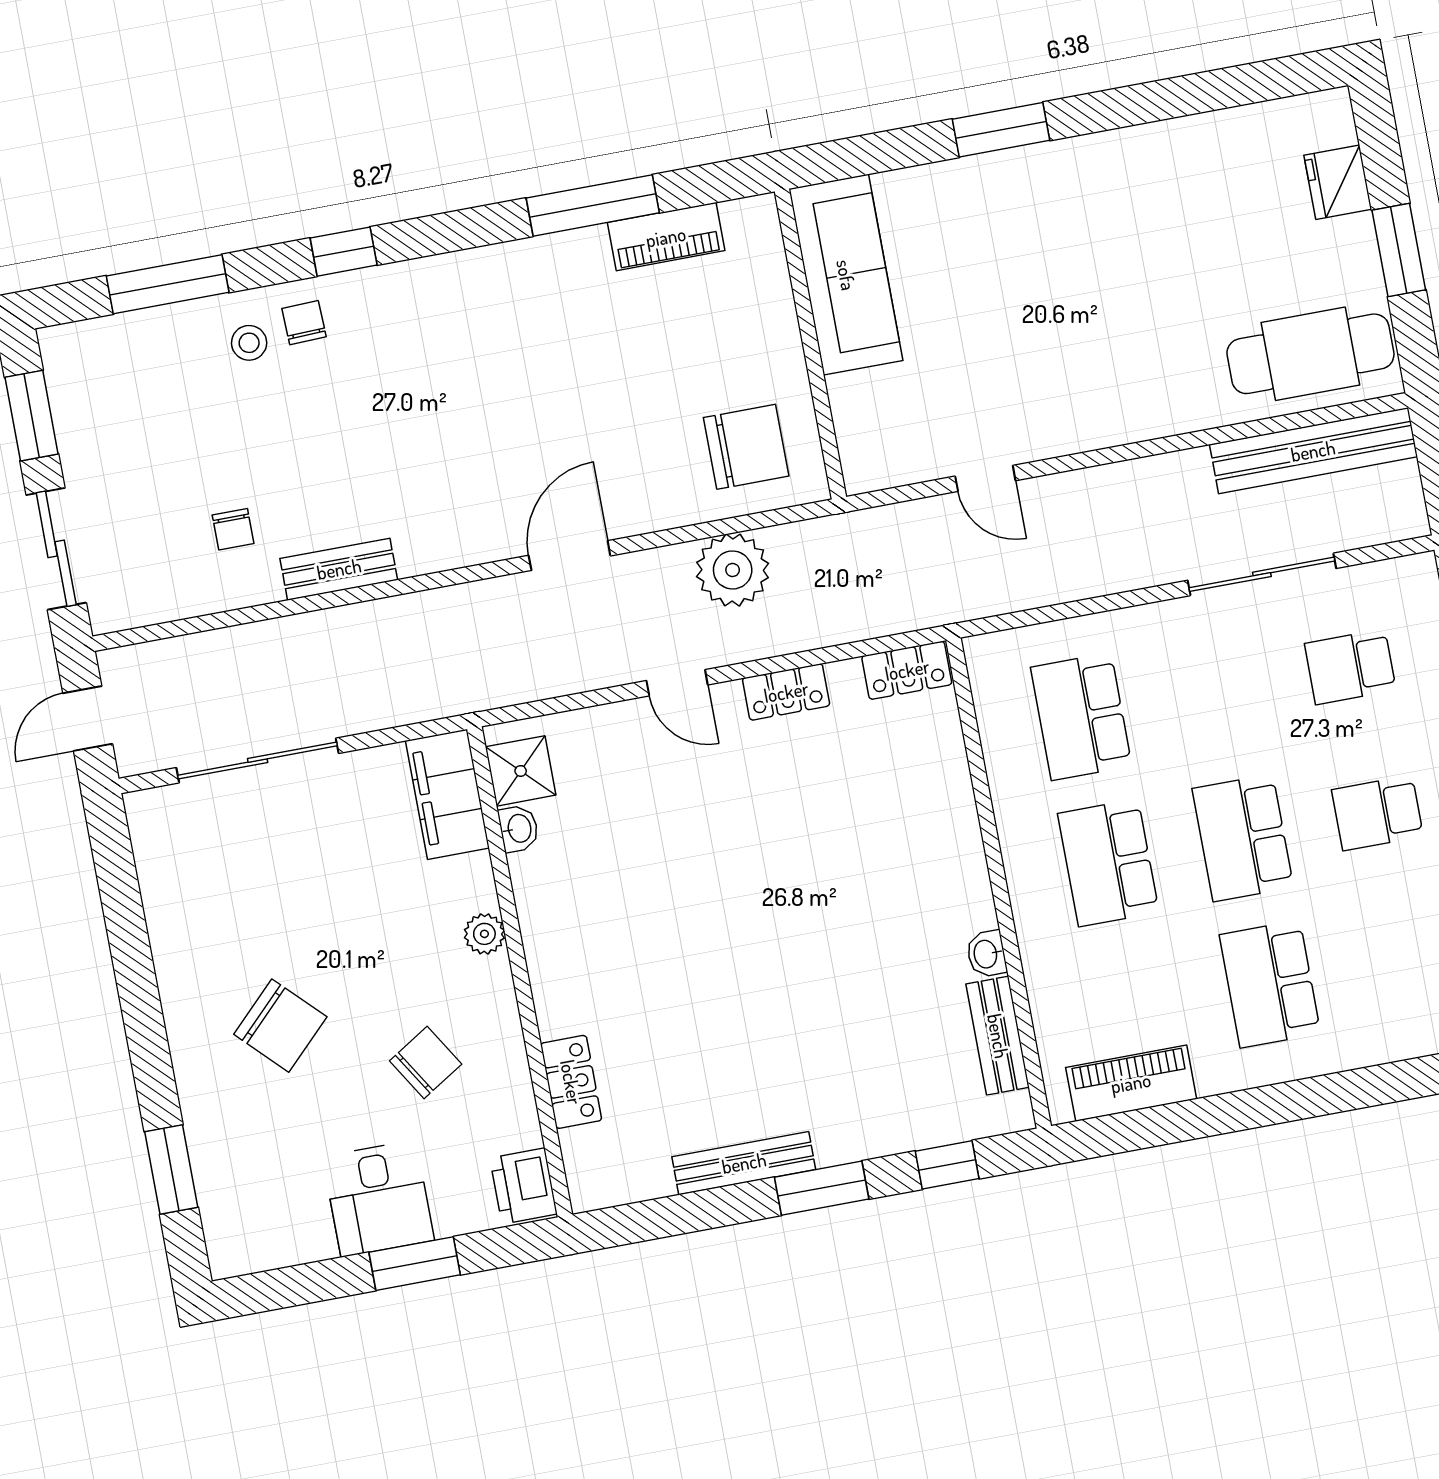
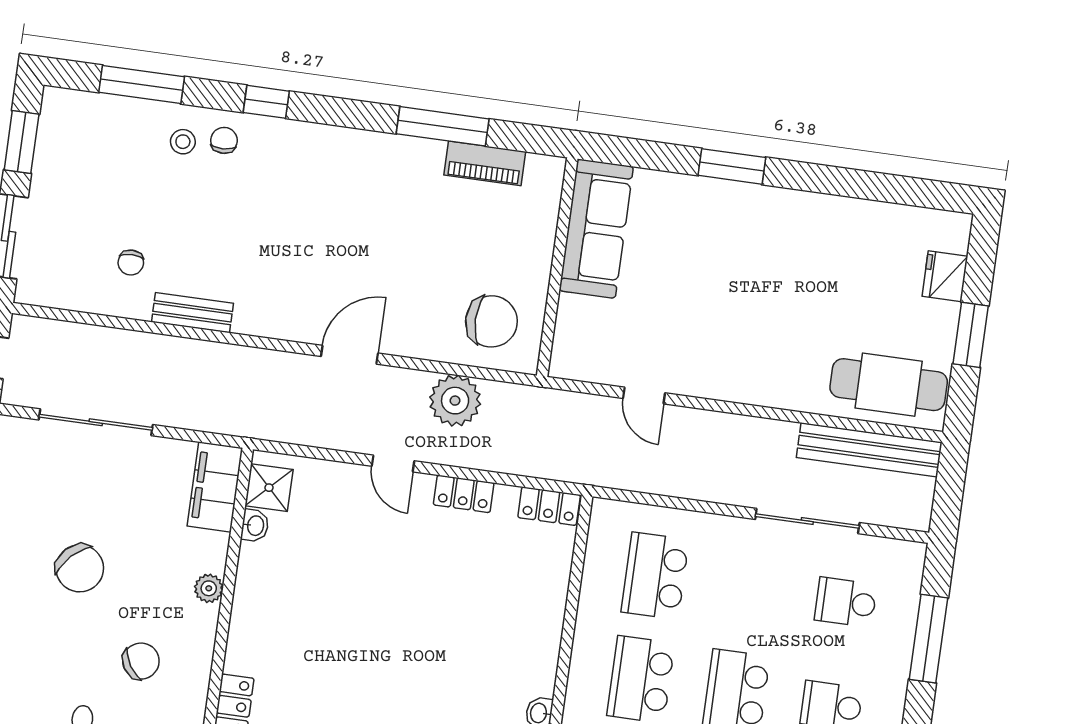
chair: (280, 1026) -> (80, 568), moved

